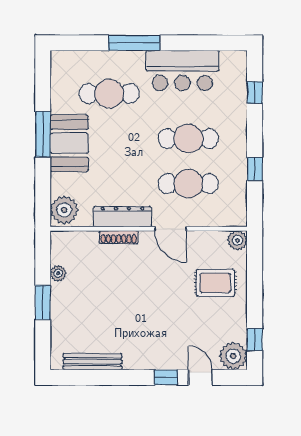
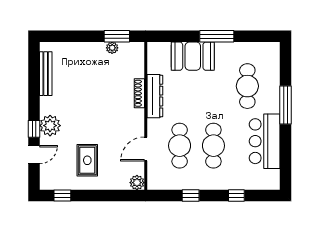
window: (255, 93) -> (236, 195), moved
booth: (69, 143) -> (193, 56), moved
plant: (64, 210) -> (160, 52), removed
door: (170, 229) -> (146, 149), moved
rug: (215, 283) -> (87, 160), moved
window: (43, 302) -> (117, 36), moved
plant: (233, 356) -> (50, 126), moved

